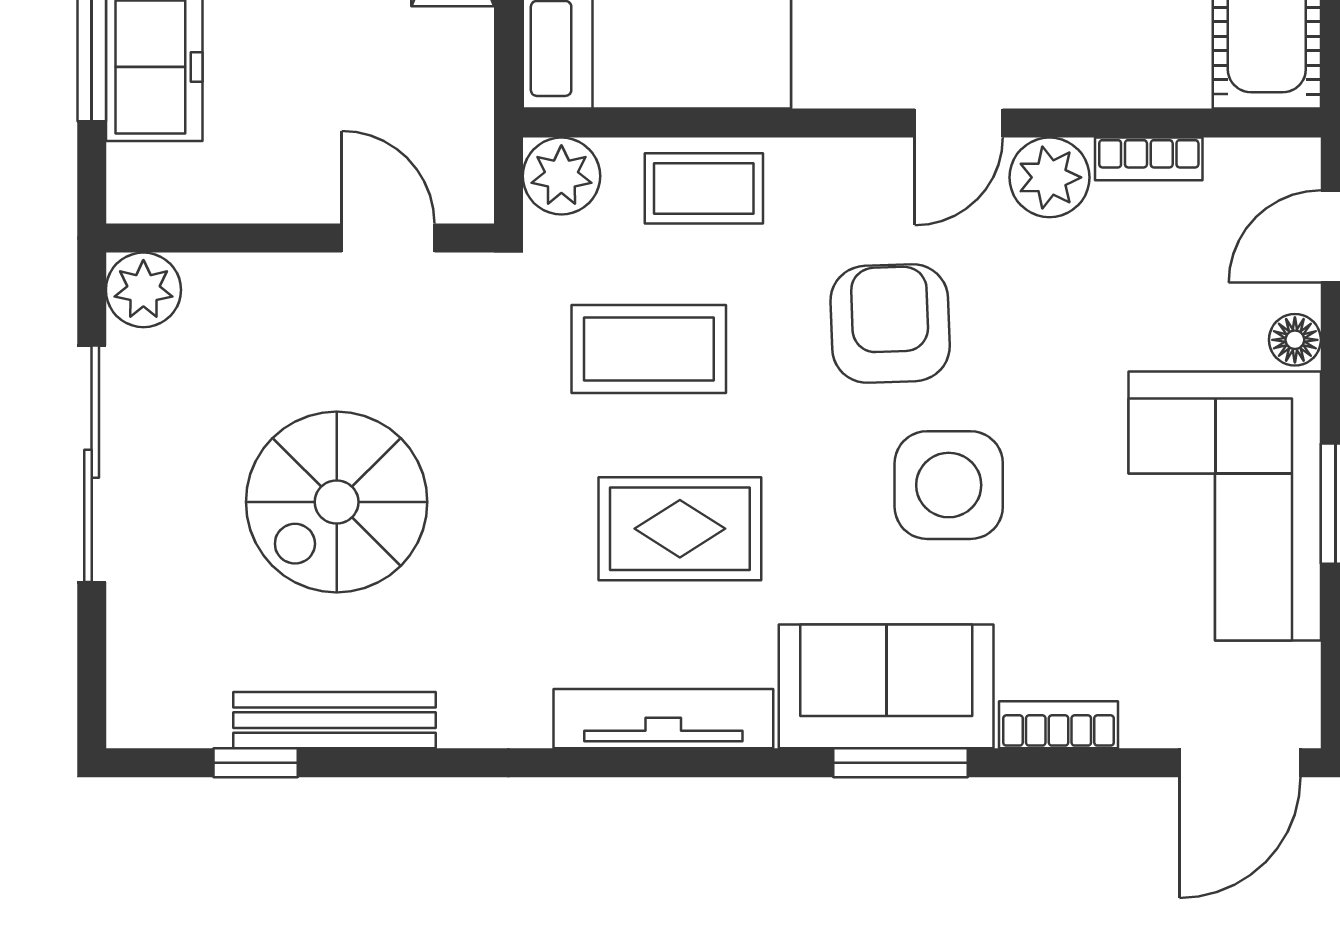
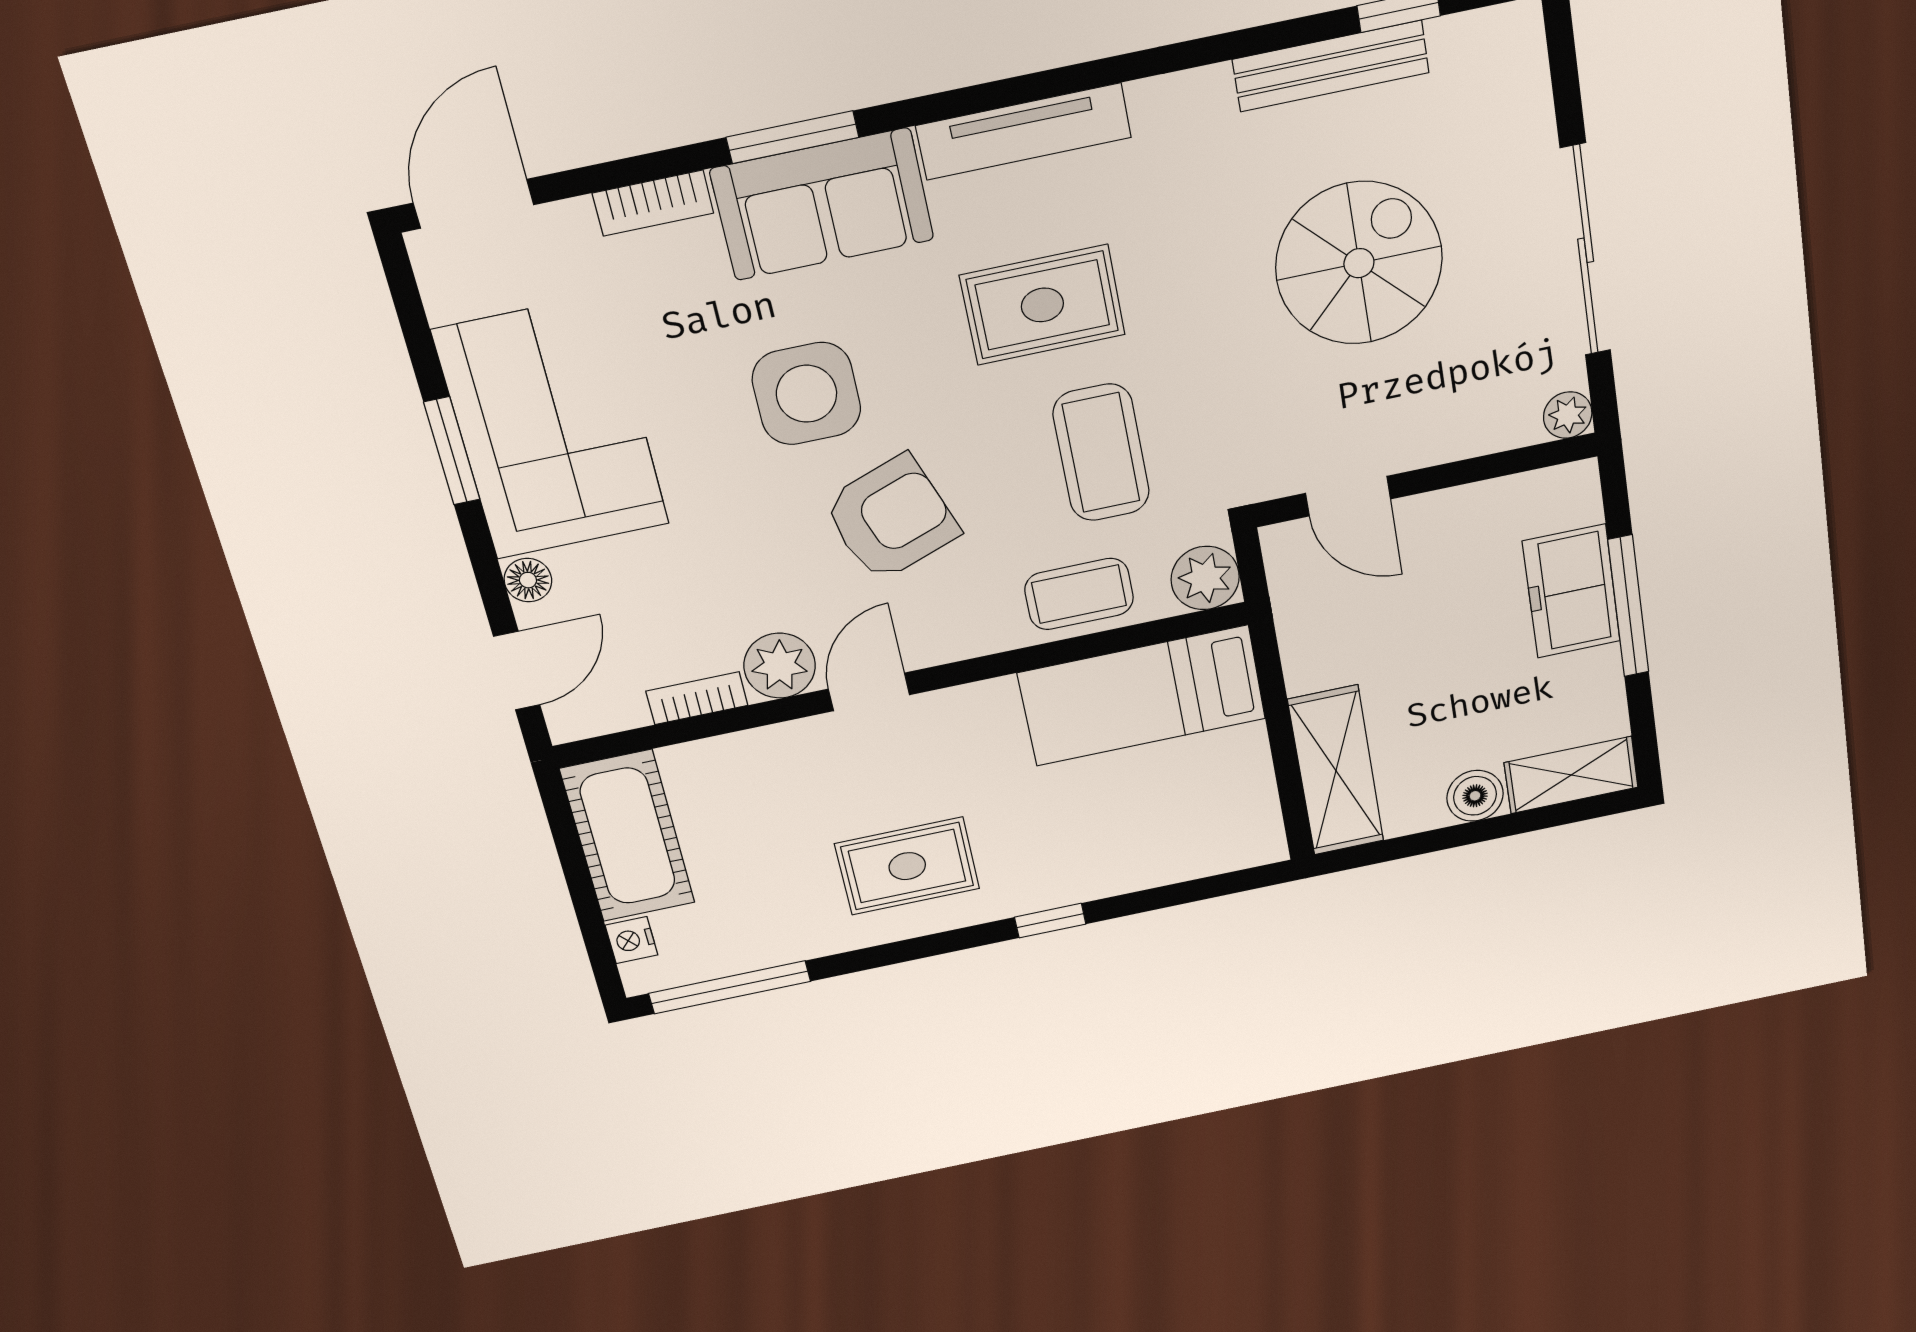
plant: (143, 290) -> (1568, 415), width x0.73, depth x0.73
armchair: (890, 323) -> (891, 518), turned -108
coffee table: (649, 349) -> (1101, 453), turned 90

